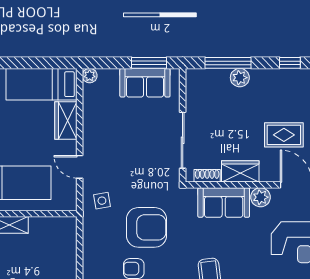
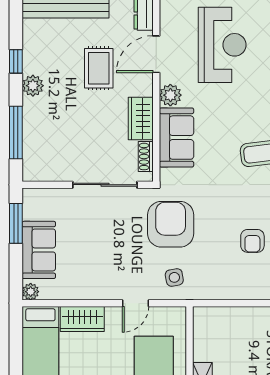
plant: (240, 78) -> (33, 86), moved
sofa: (145, 83) -> (39, 250), moved
armchair: (146, 227) -> (171, 224), moved

